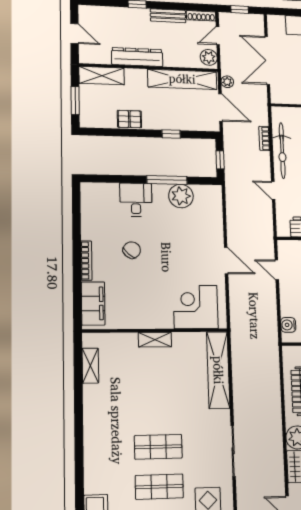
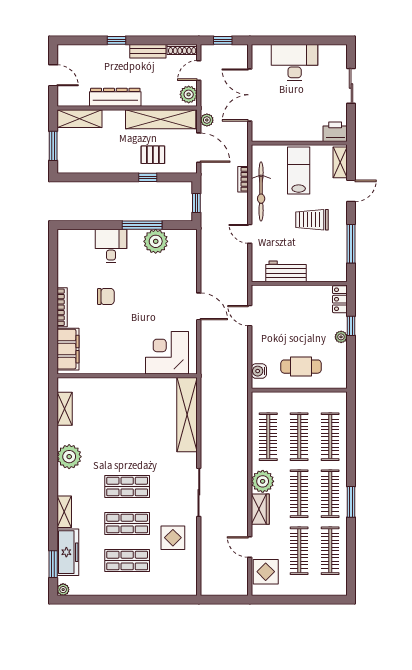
pallet: (129, 119) -> (153, 155), moved
chair: (132, 250) -> (106, 296), turned 49
shelving: (155, 340) -> (64, 512), moved, turned 90
plant: (96, 416) -> (69, 457), added

